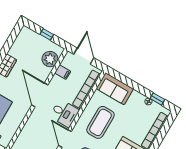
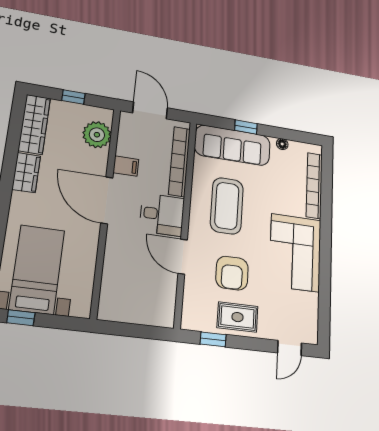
wardrobe: (21, 42) -> (34, 124), added
filing cabinet: (63, 72) -> (126, 166), moved
sofa: (115, 89) -> (232, 145), width x1.36
window: (157, 99) -> (246, 127), moved

